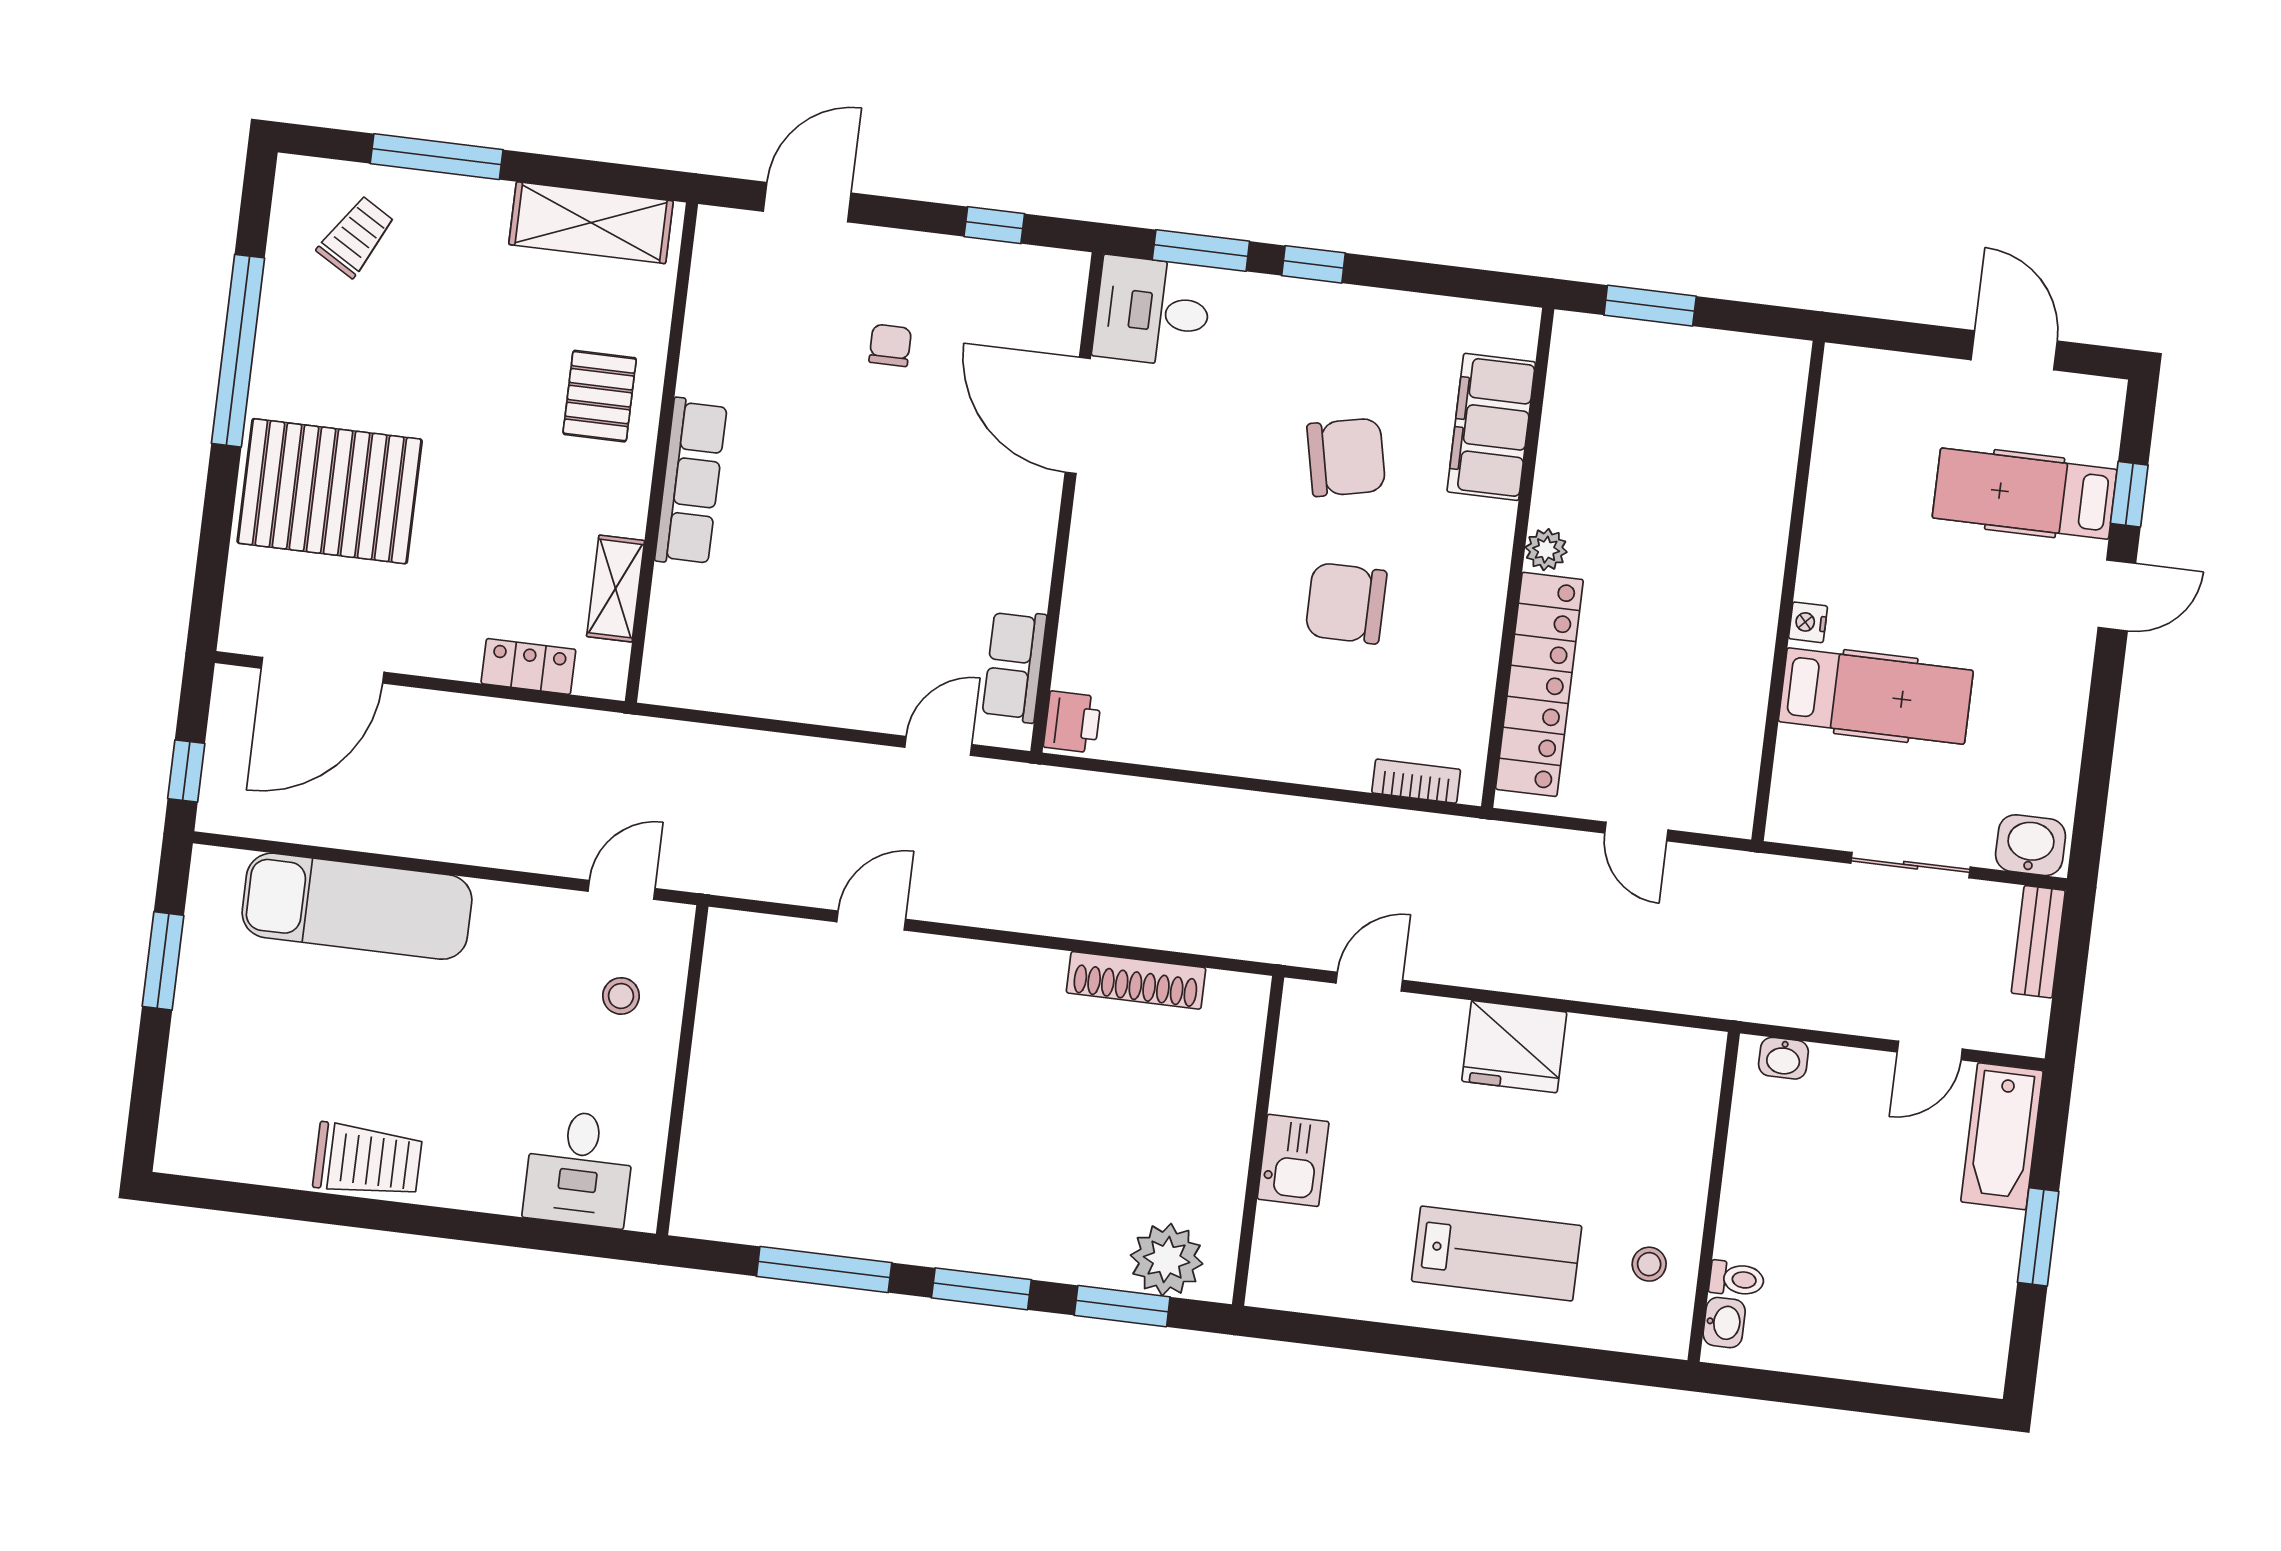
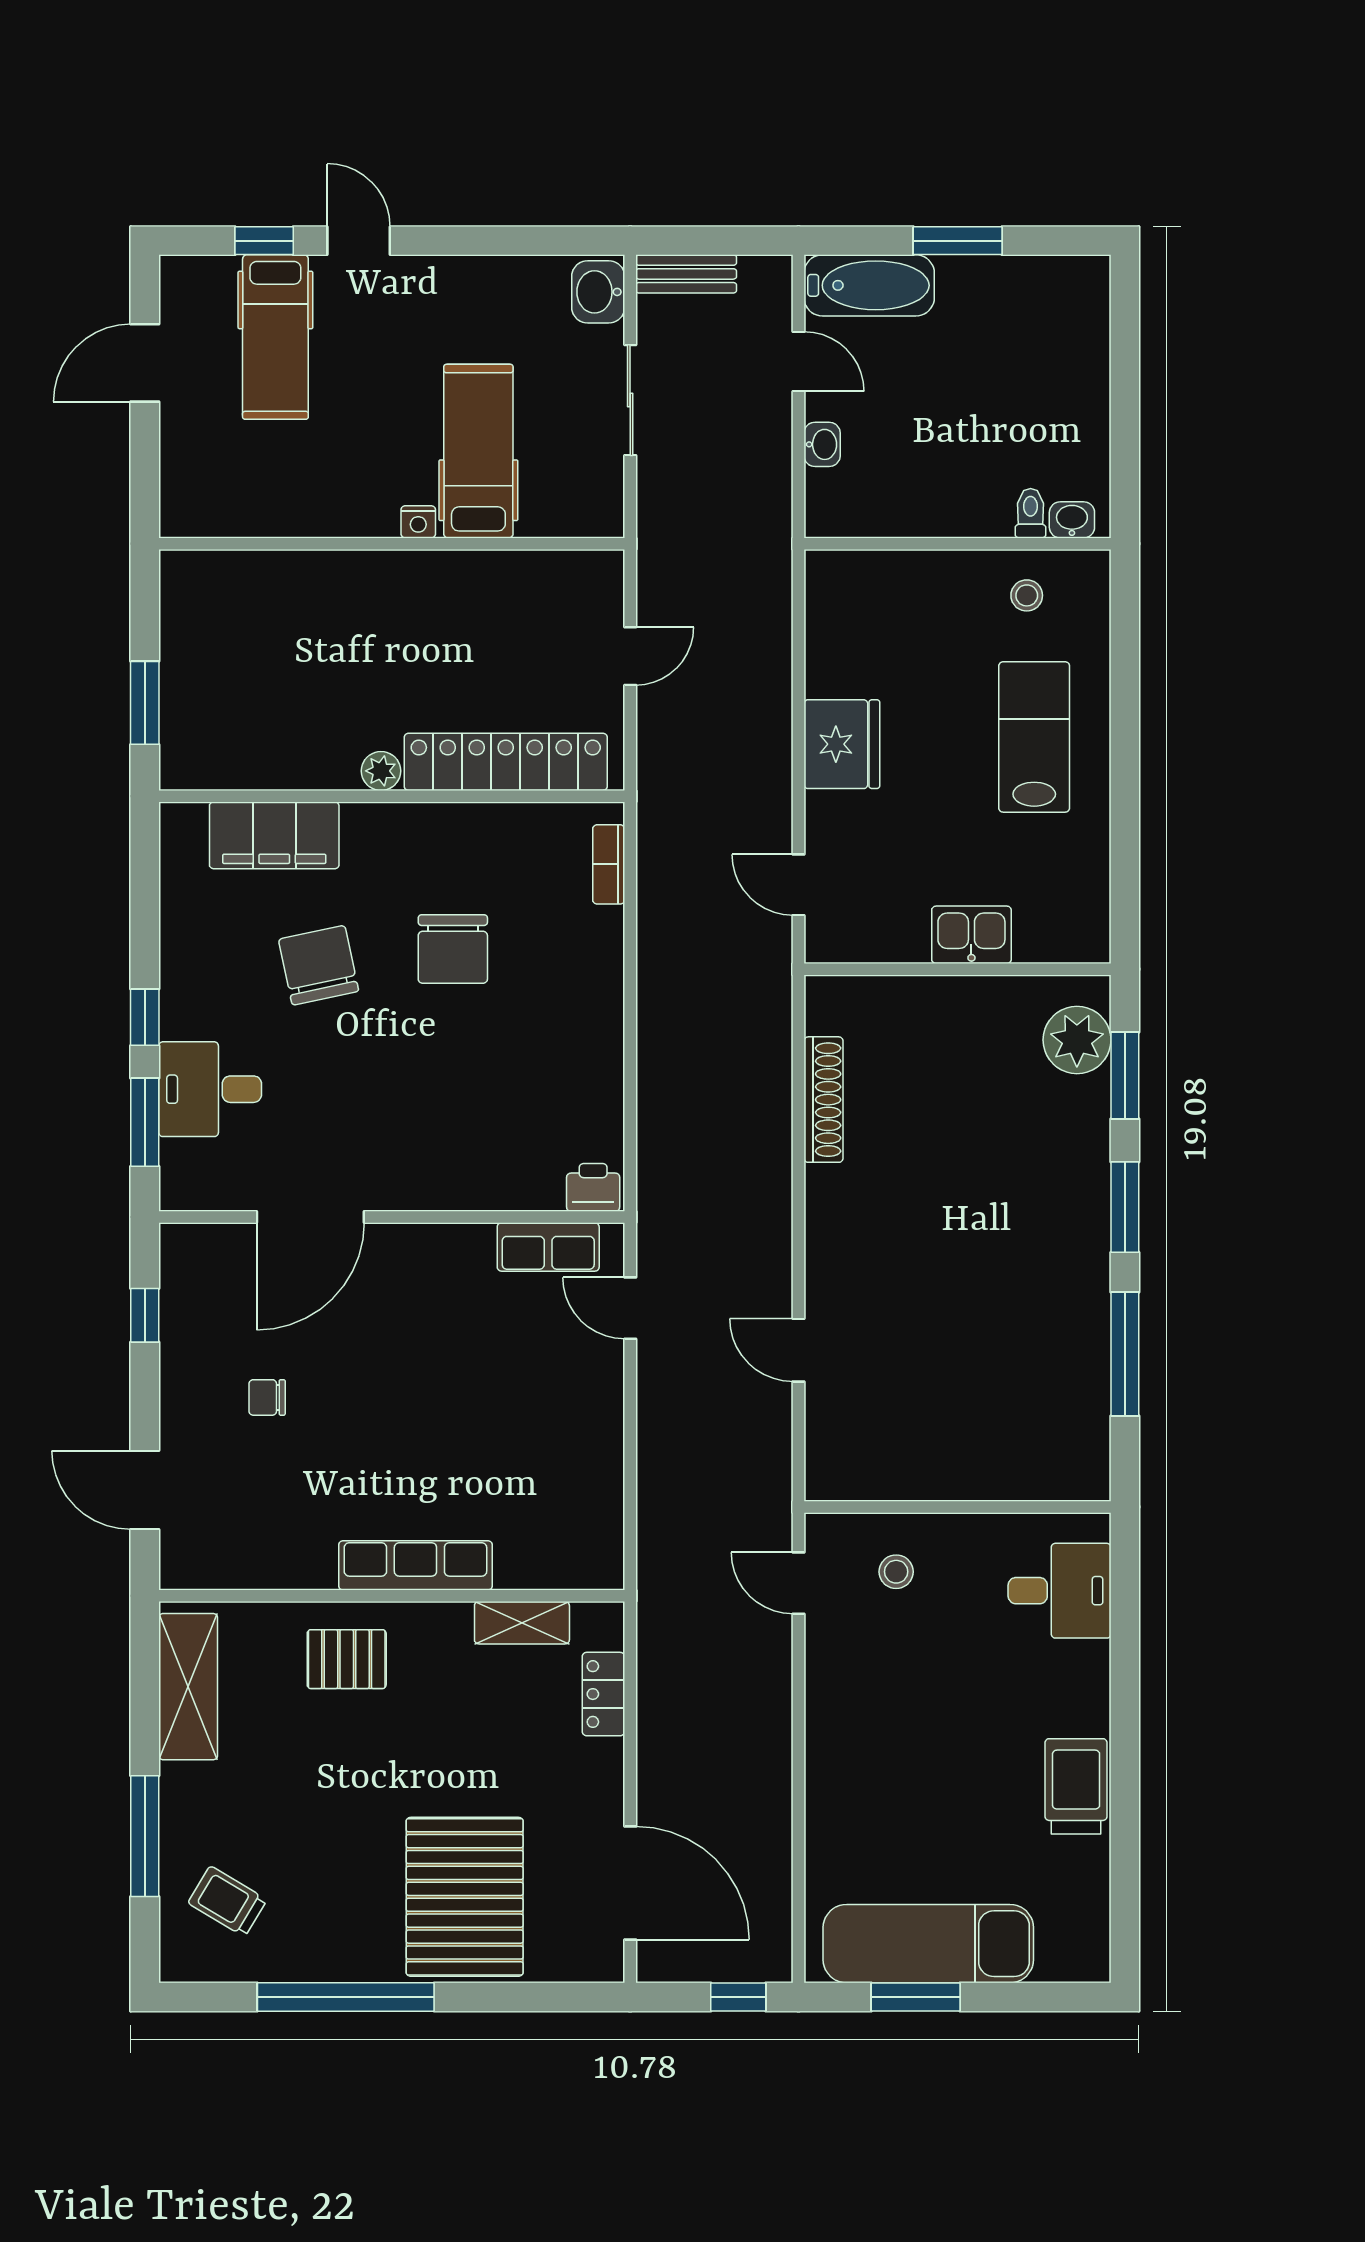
desk: (1152, 311) -> (210, 1089), moved, turned 90
exam couch: (357, 906) -> (928, 1944), moved, turned -90
washbasin: (1783, 1058) -> (822, 444), moved

